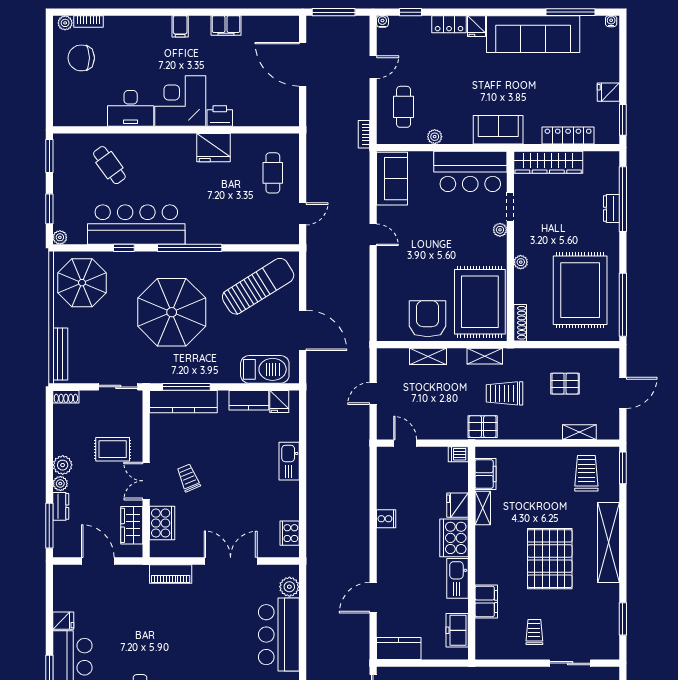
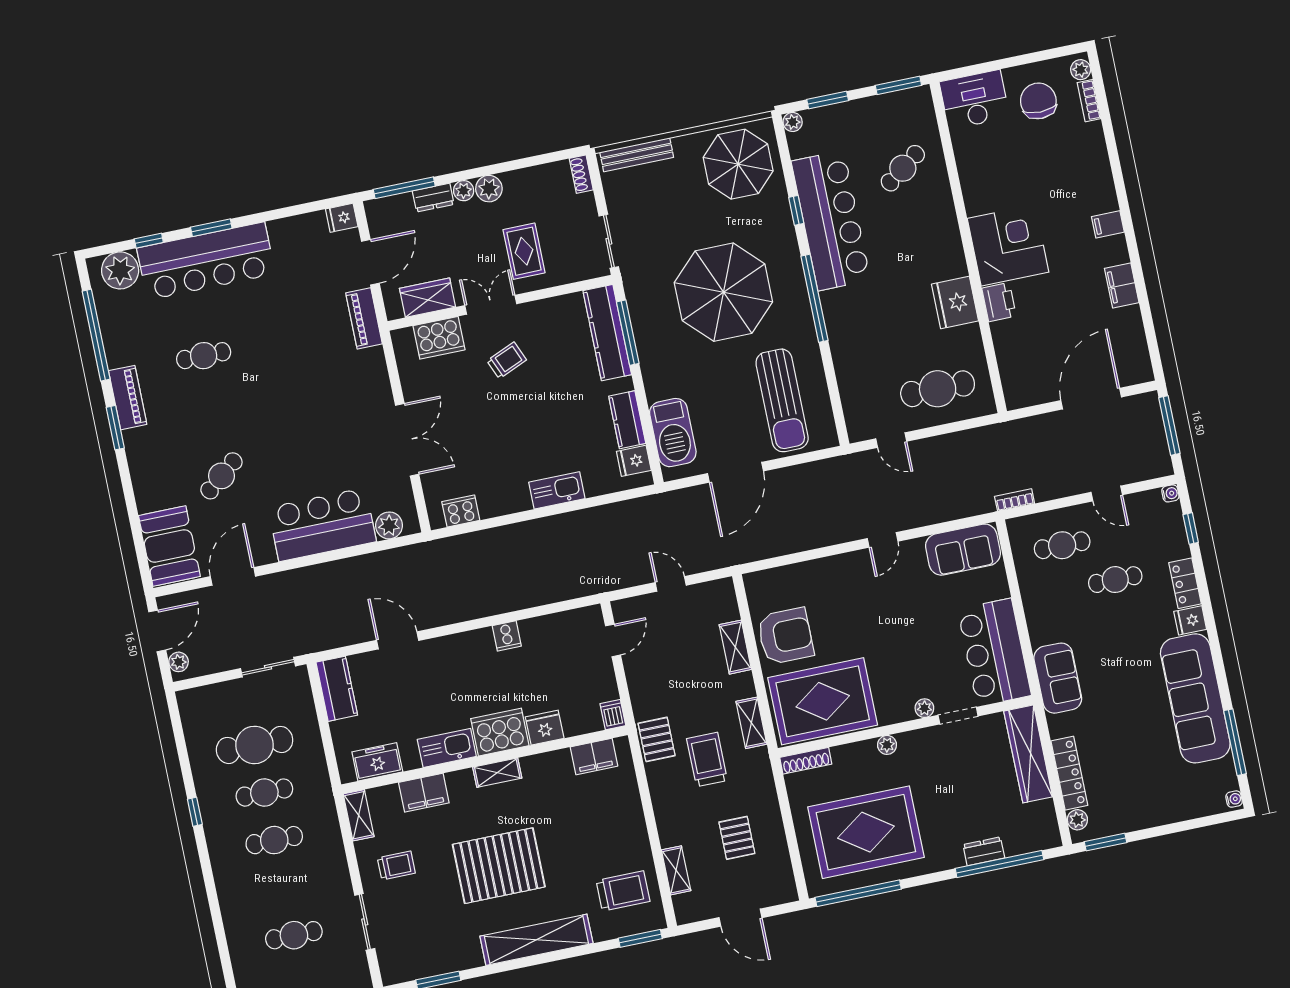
cafe table: (436, 74) -> (1115, 580), added
fridge: (608, 92) -> (1139, 815), removed
desk: (131, 108) -> (974, 100), moved, turned 90
plant: (435, 137) -> (1077, 820), moved
cafe table: (273, 173) -> (938, 389), width x1.37, depth x1.35
sun lounger: (258, 286) -> (782, 400), turned 32
shelving: (483, 508) -> (497, 773), moved
piano: (171, 574) -> (364, 318), moved
fridge: (63, 621) -> (342, 218), moved, turned 90
shelving: (493, 652) -> (359, 815), added

